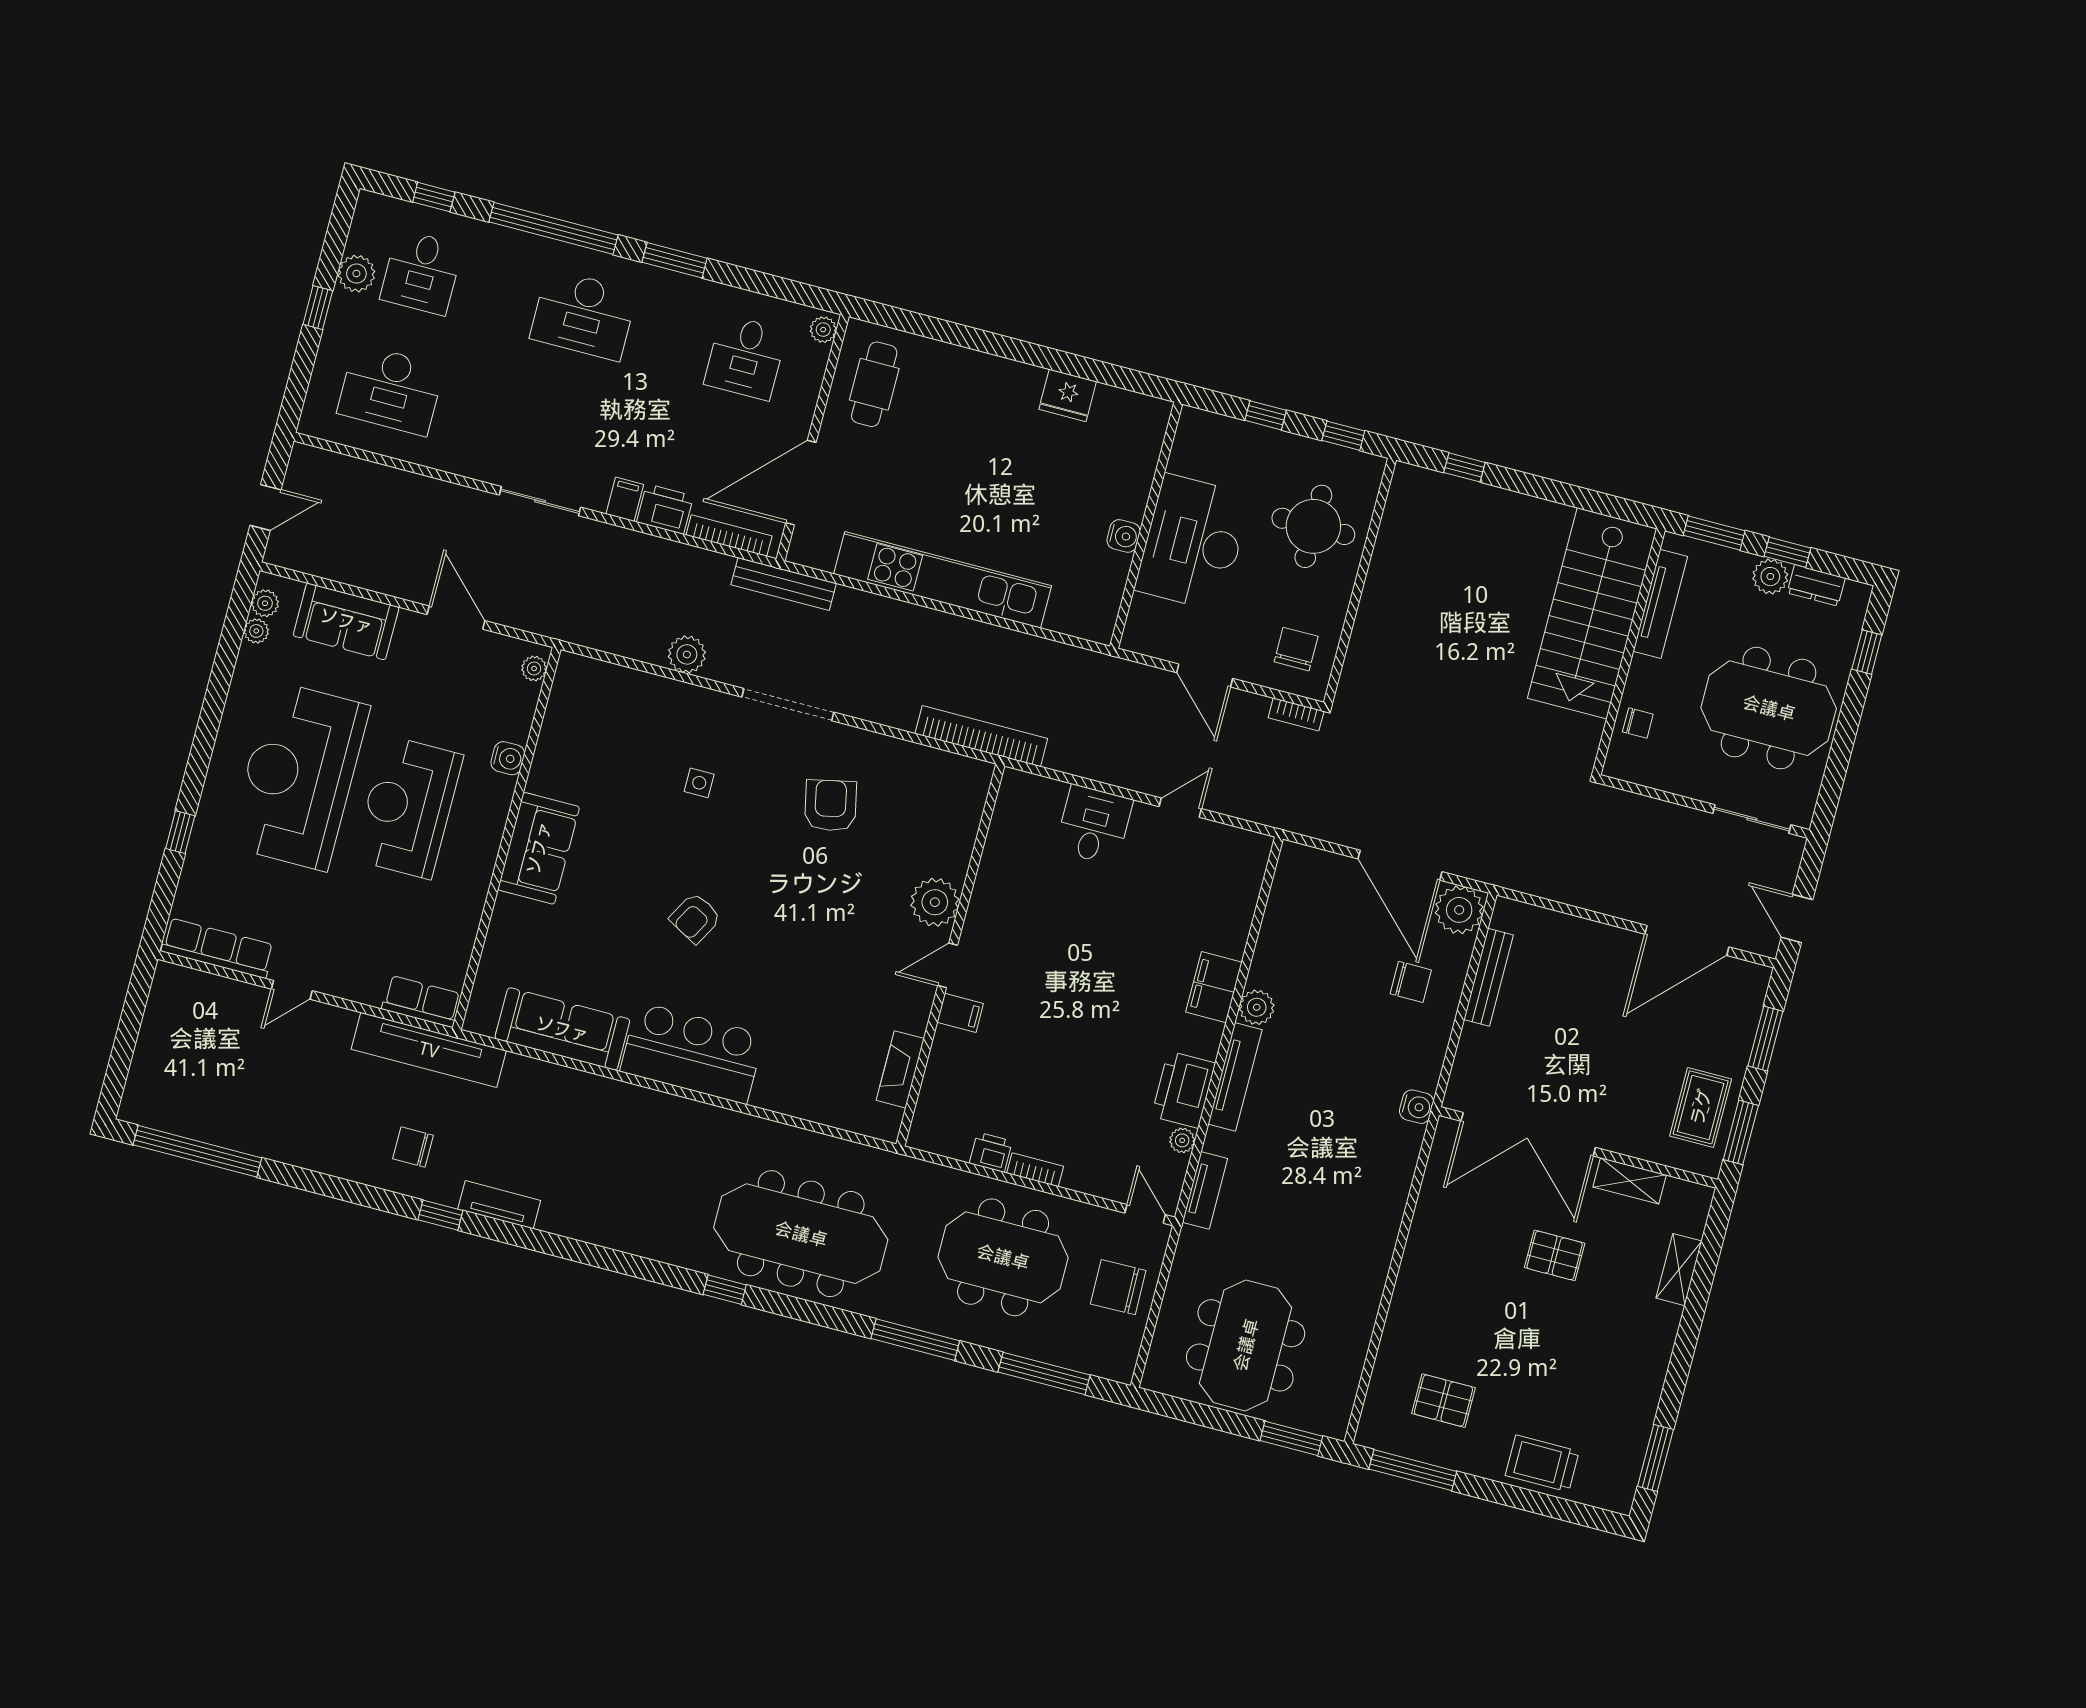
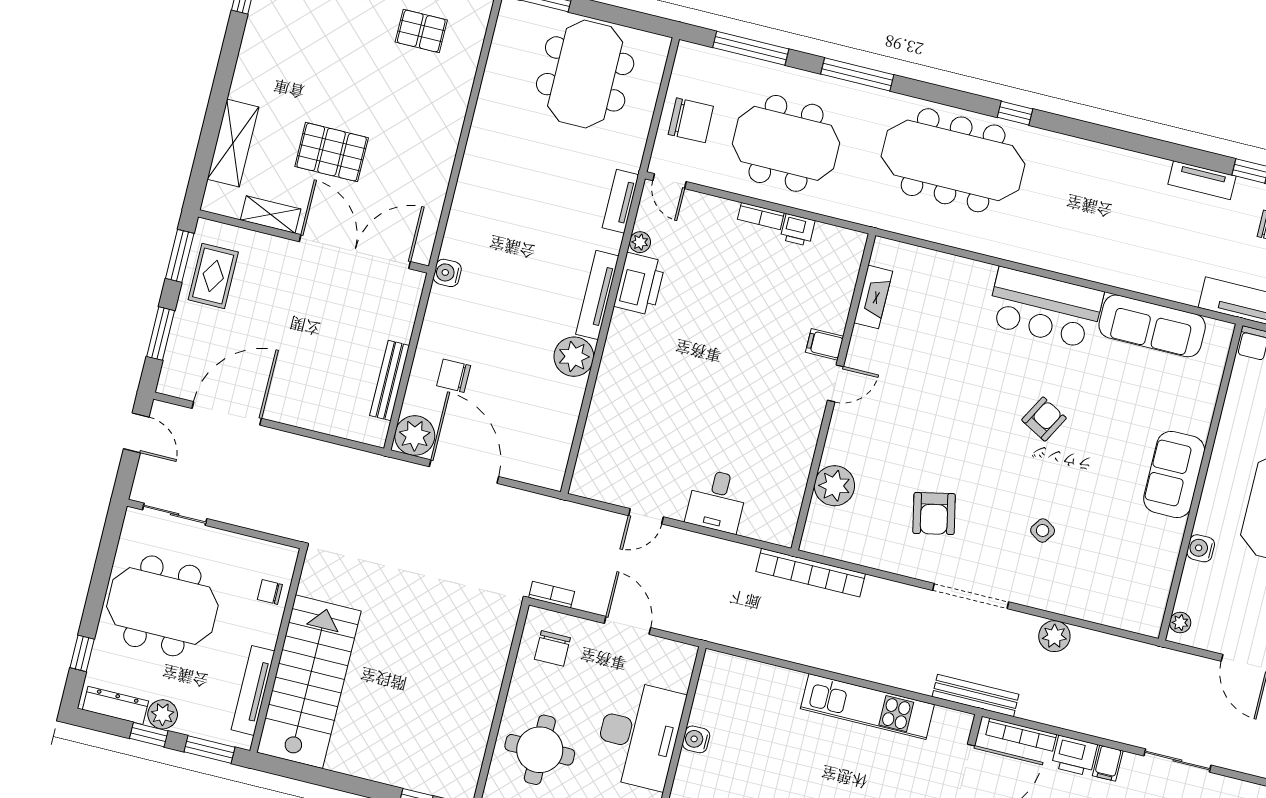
kitchen unit: (943, 580) -> (867, 707), width x0.73
dresser: (1816, 585) -> (115, 705), width x1.44
side table: (699, 783) -> (1043, 531), turned 34
plant: (935, 902) -> (834, 486), moved
filing cabinet: (1214, 987) -> (616, 369), removed
plant: (1257, 1007) -> (574, 357), width x1.36, depth x1.36
pallet: (1555, 1255) -> (332, 152), width x1.50, depth x1.42
shelving: (1679, 1270) -> (233, 143), width x1.50, depth x1.33

